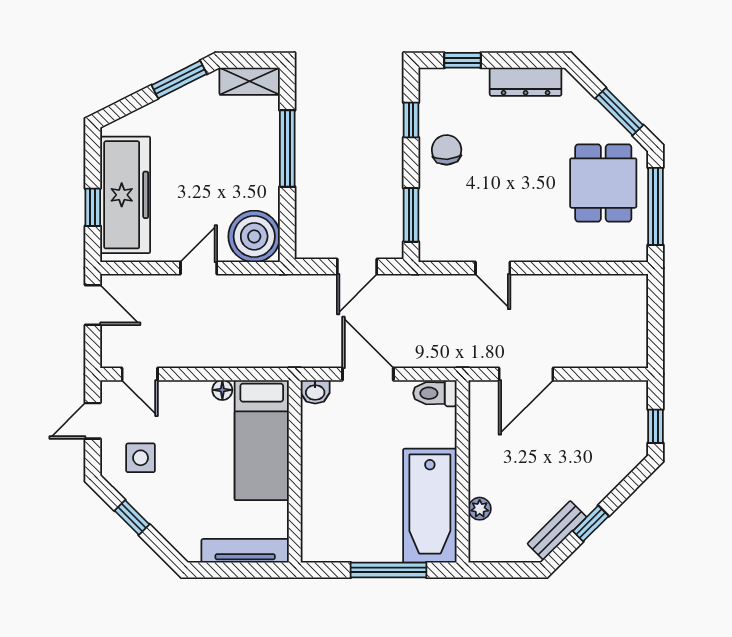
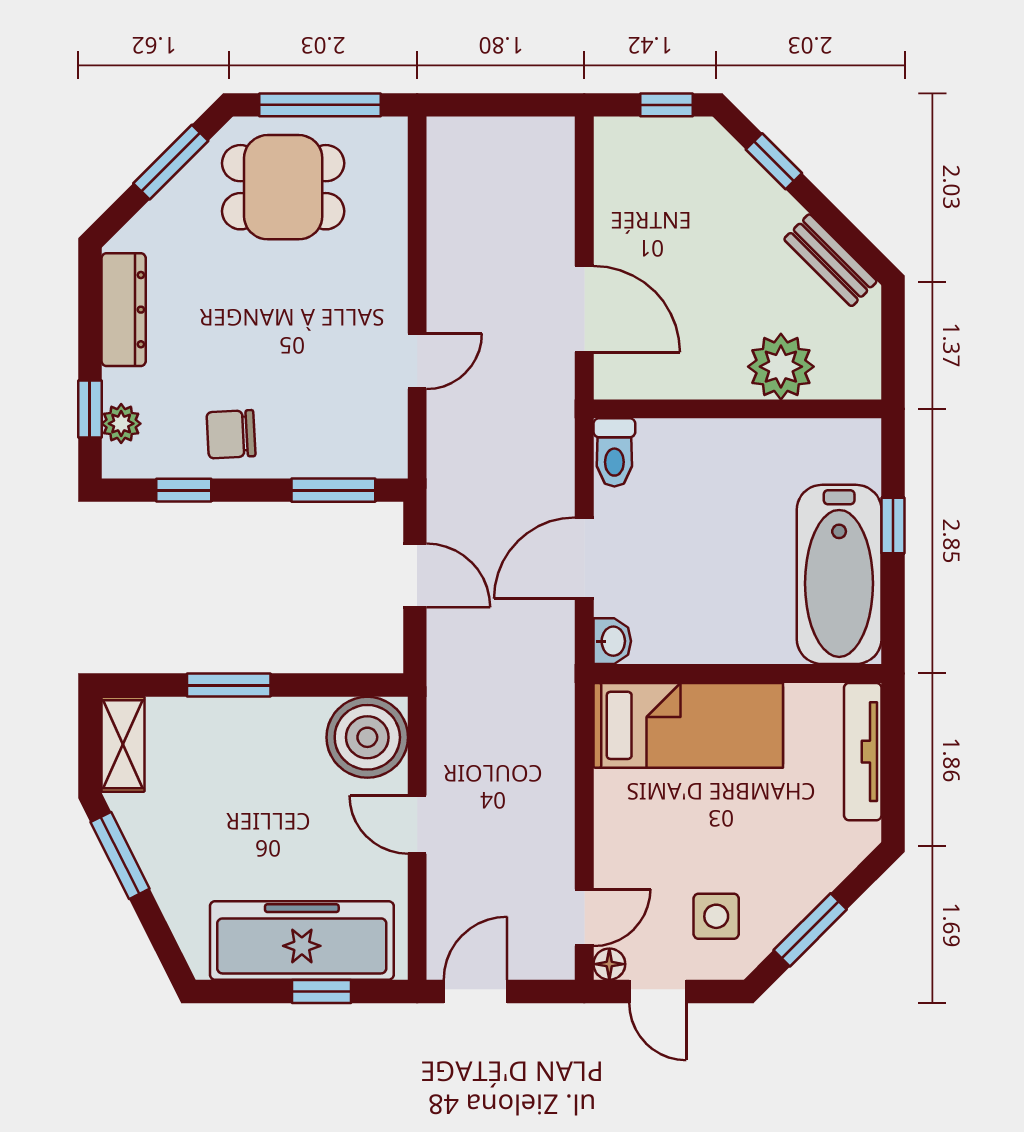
plant: (453, 80) -> (121, 424), added
window: (287, 148) -> (229, 685), width x0.69
floor lamp: (222, 390) -> (609, 964), moved
bathtub: (430, 506) -> (839, 574), moved, turned 90
plant: (480, 509) -> (781, 367), width x1.88, depth x1.88
window: (132, 518) -> (810, 930), width x1.50
window: (591, 524) -> (774, 161), moved
window: (389, 570) -> (893, 526), width x0.46

